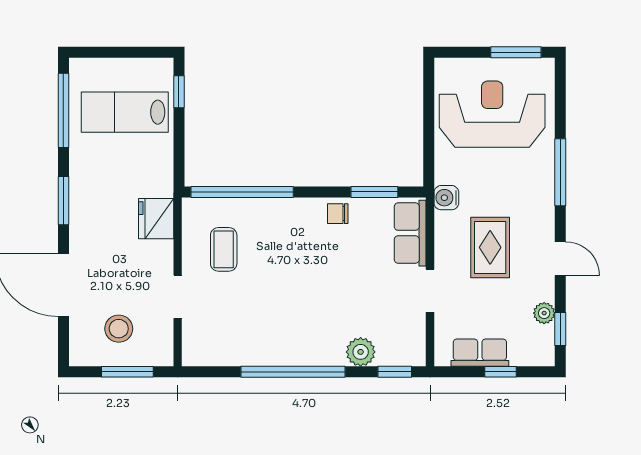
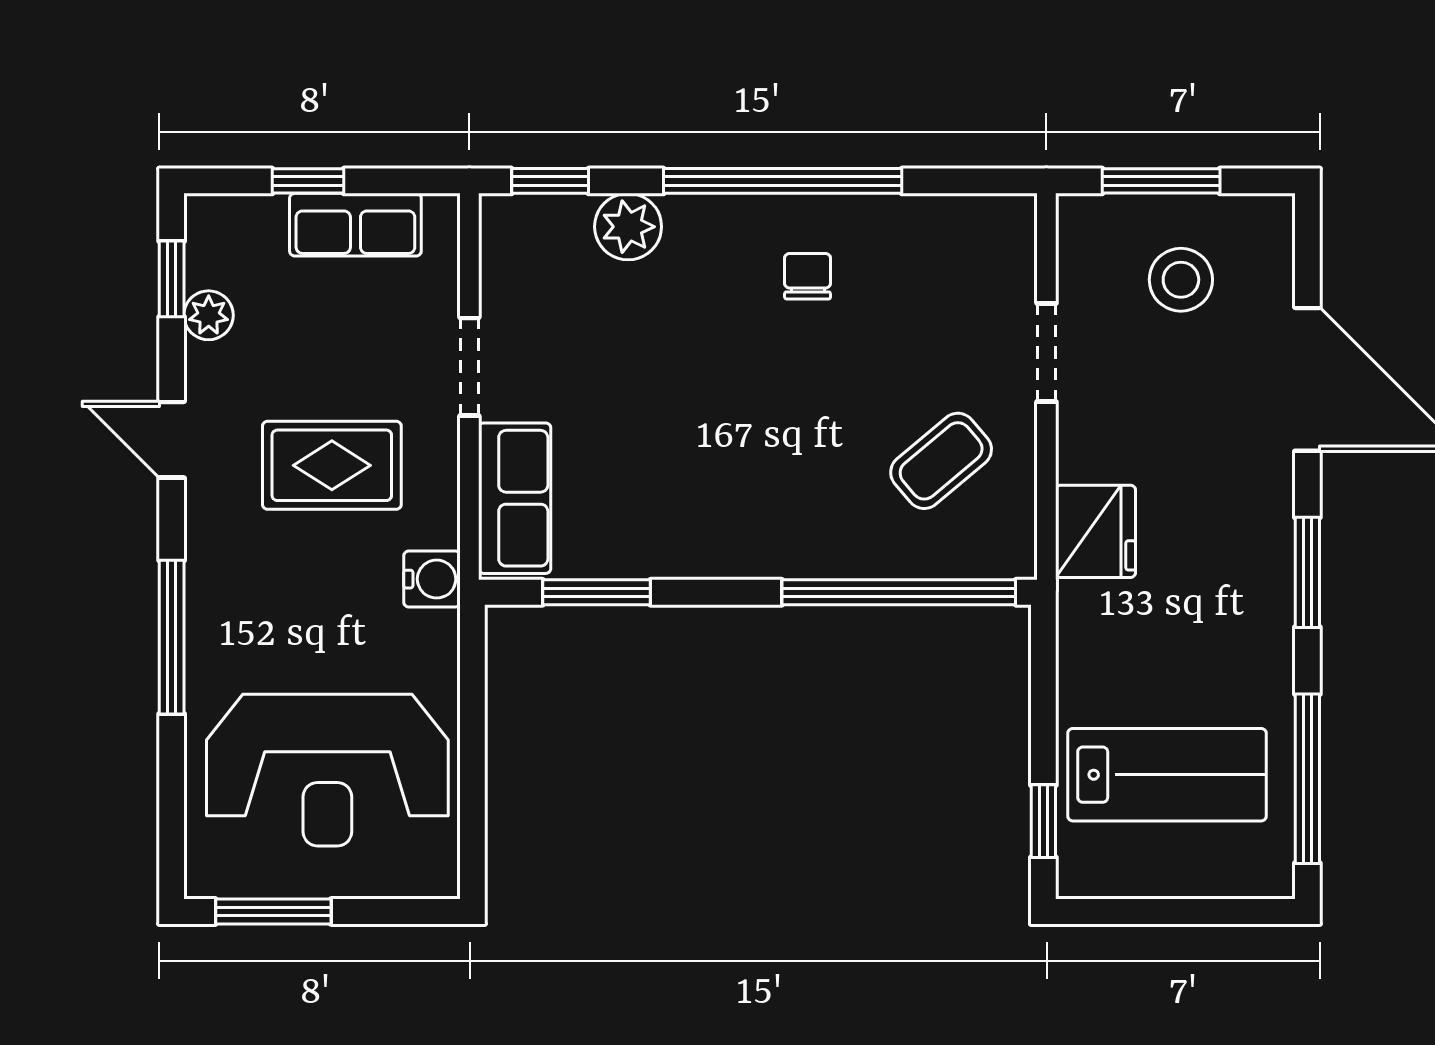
chair: (338, 214) -> (808, 276), moved, turned -90
rug: (490, 247) -> (332, 465), turned 90
coffee table: (224, 249) -> (941, 461), turned 50

